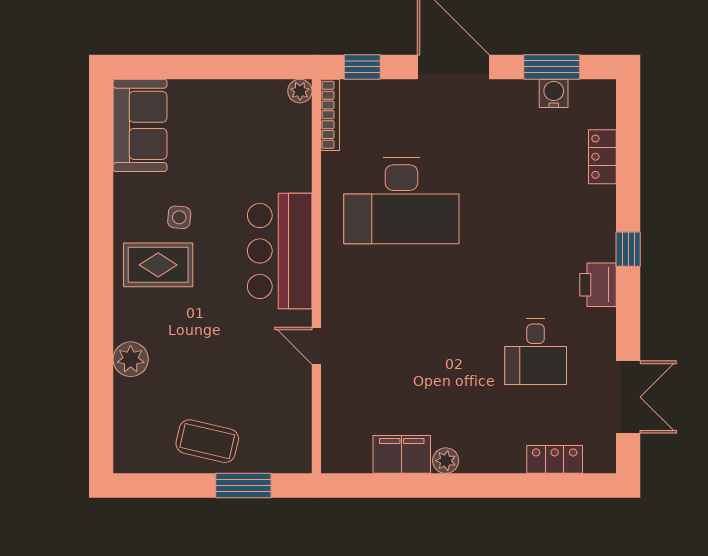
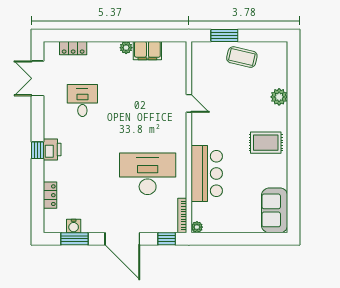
side table: (179, 217) -> (256, 166), removed
bar counter: (280, 251) -> (207, 173), moved
printer: (598, 285) -> (52, 149), moved

